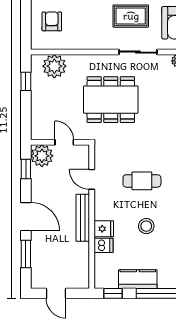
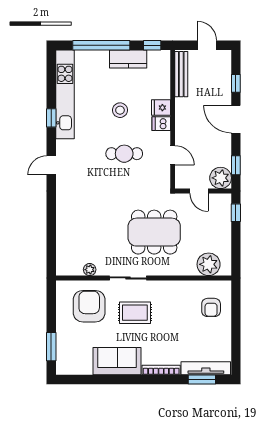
window: (26, 81) -> (236, 213), moved
bench: (83, 218) -> (181, 74), moved
dishwasher: (103, 245) -> (161, 124), moved
window: (26, 254) -> (236, 83), width x0.67

